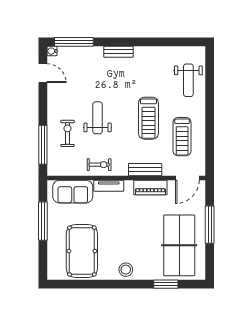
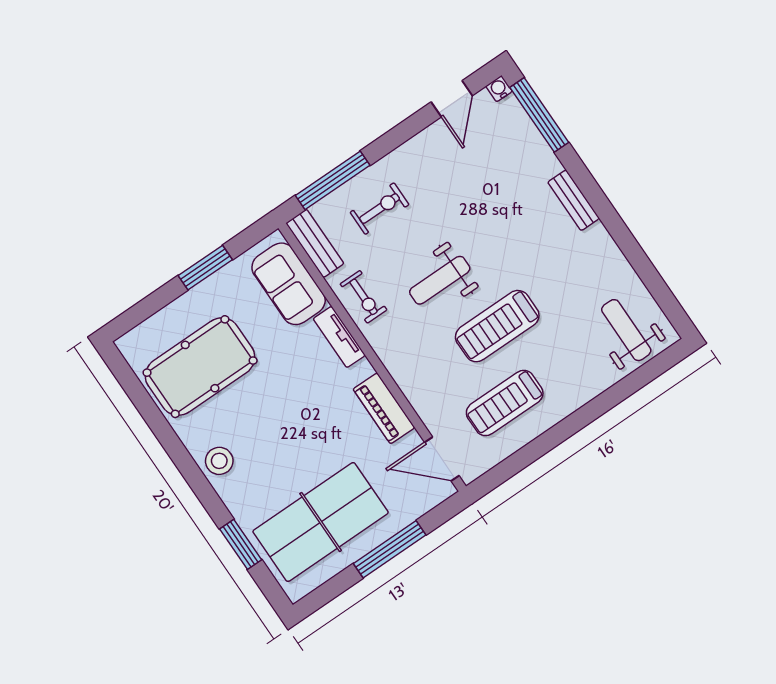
weight bench: (188, 80) -> (626, 330), moved, turned 90
weight bench: (98, 118) -> (440, 280), moved, turned 180
bench: (145, 170) -> (315, 243), moved
window: (43, 221) -> (205, 268), width x0.69

